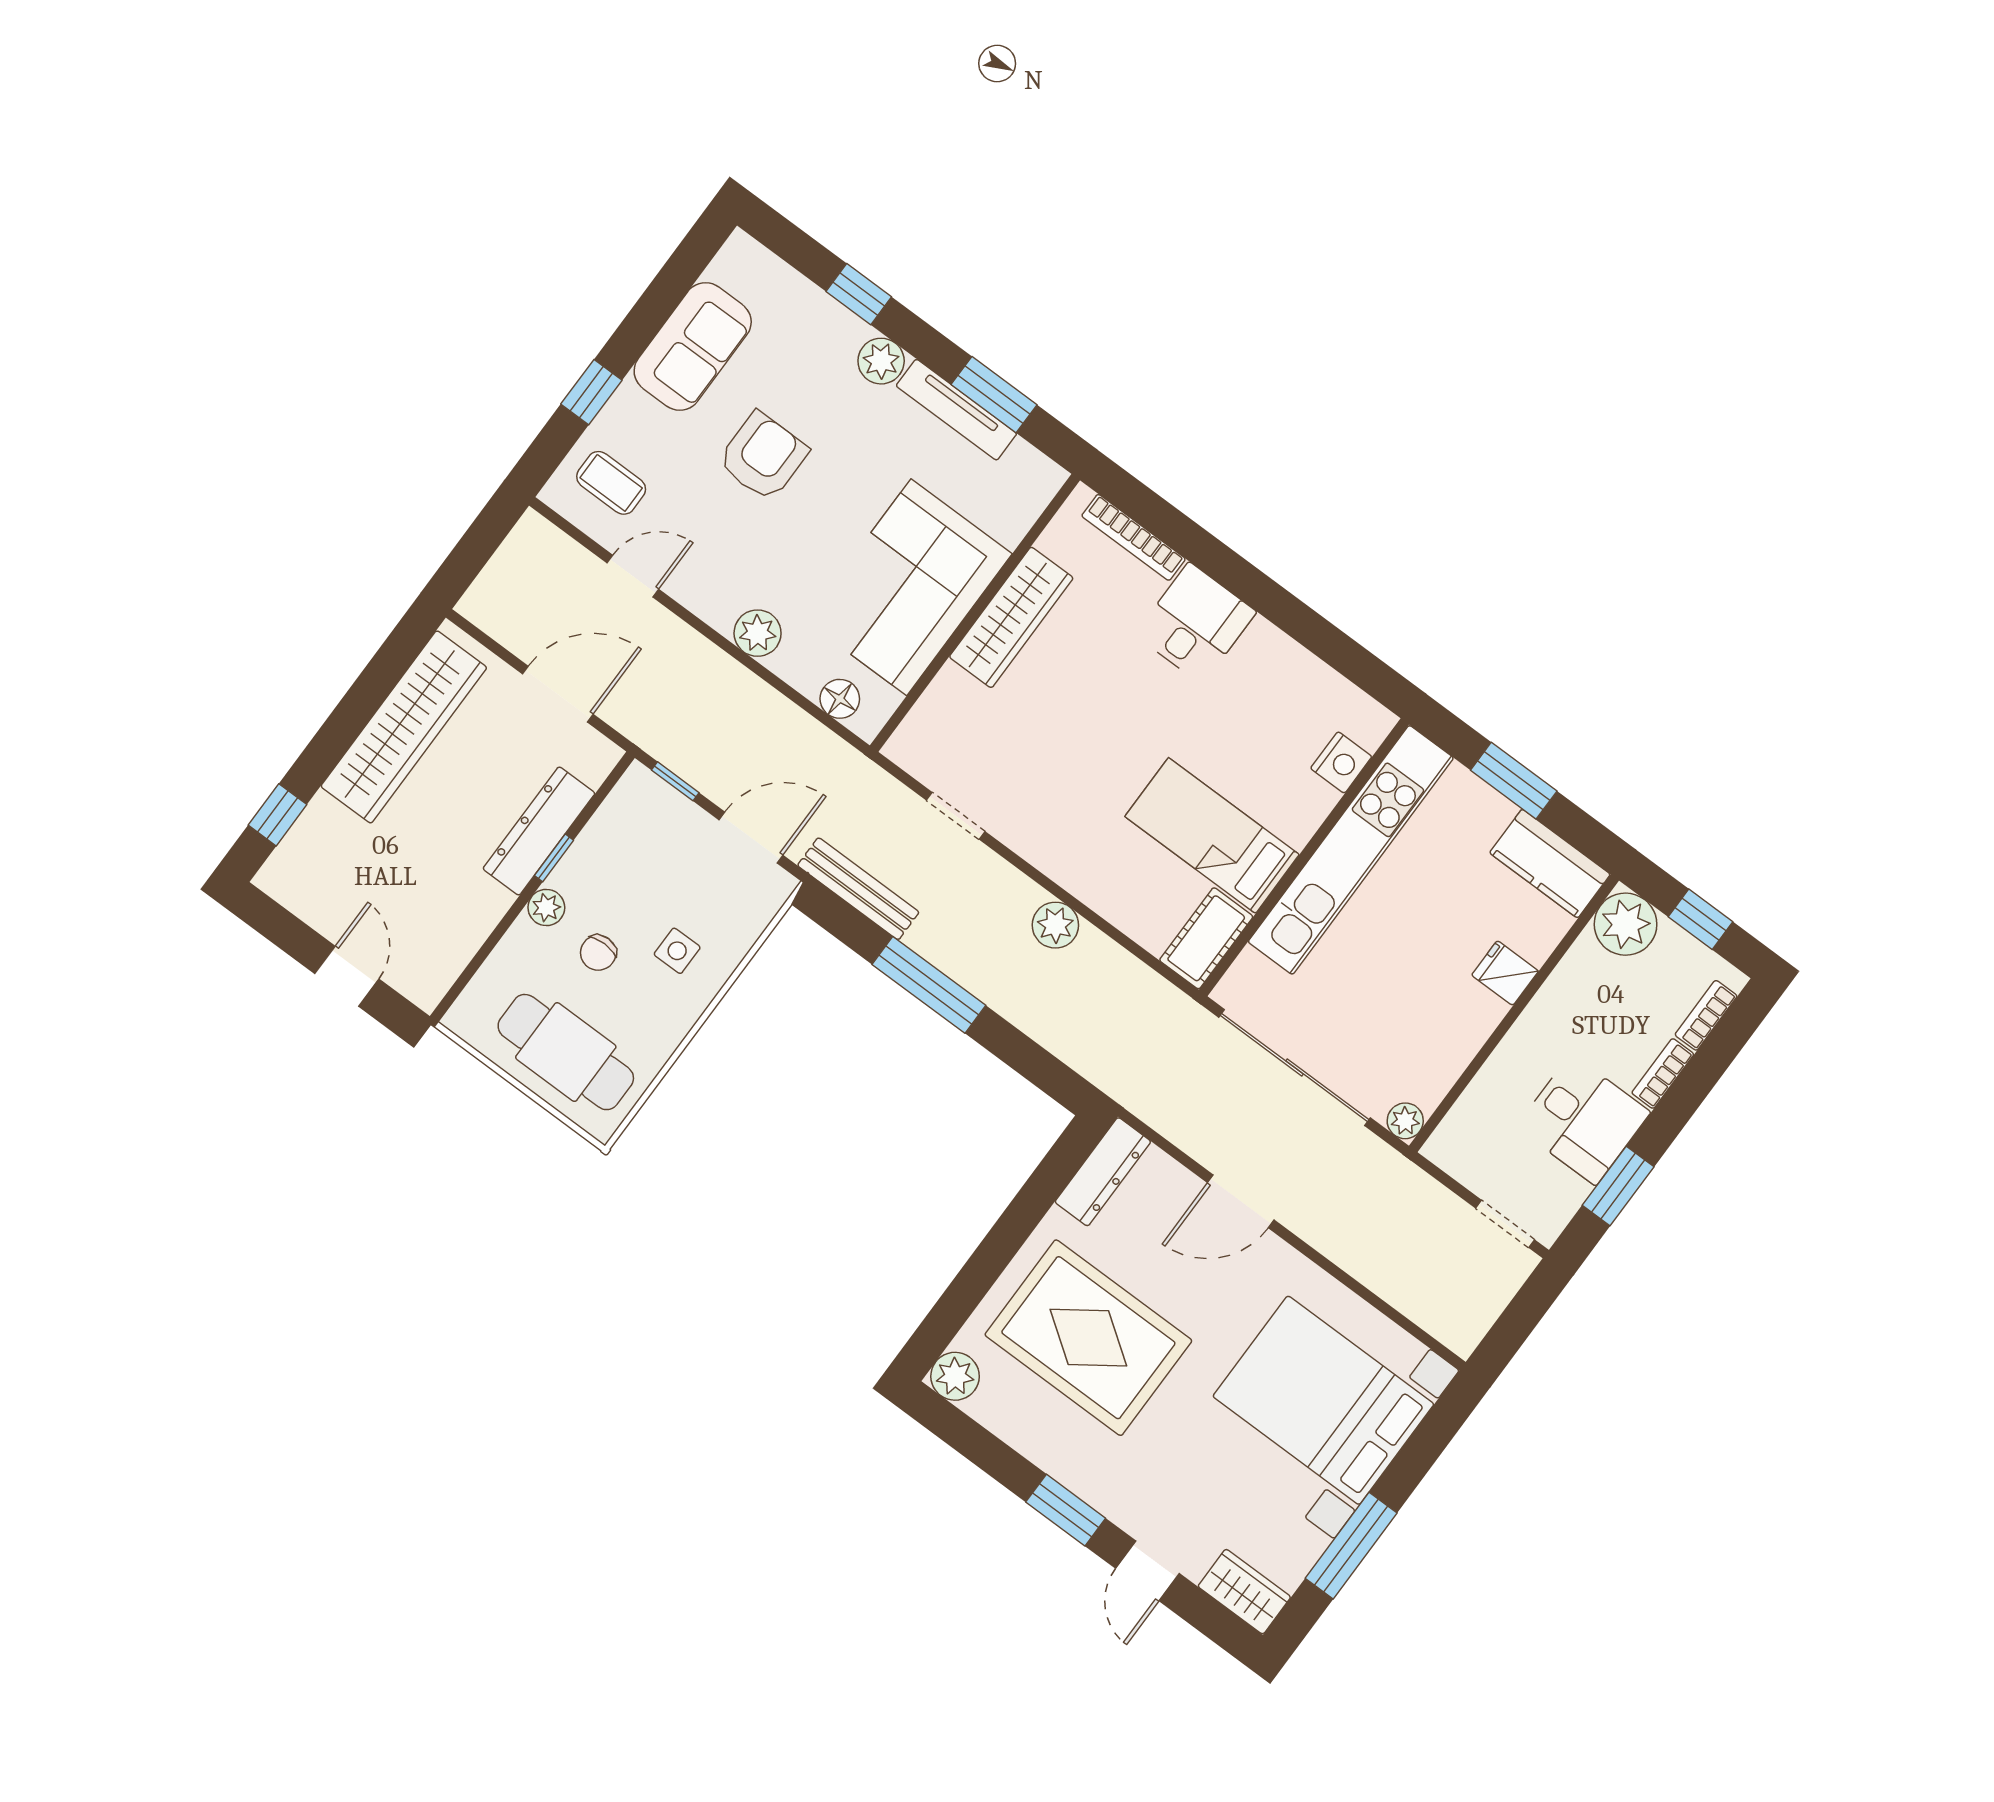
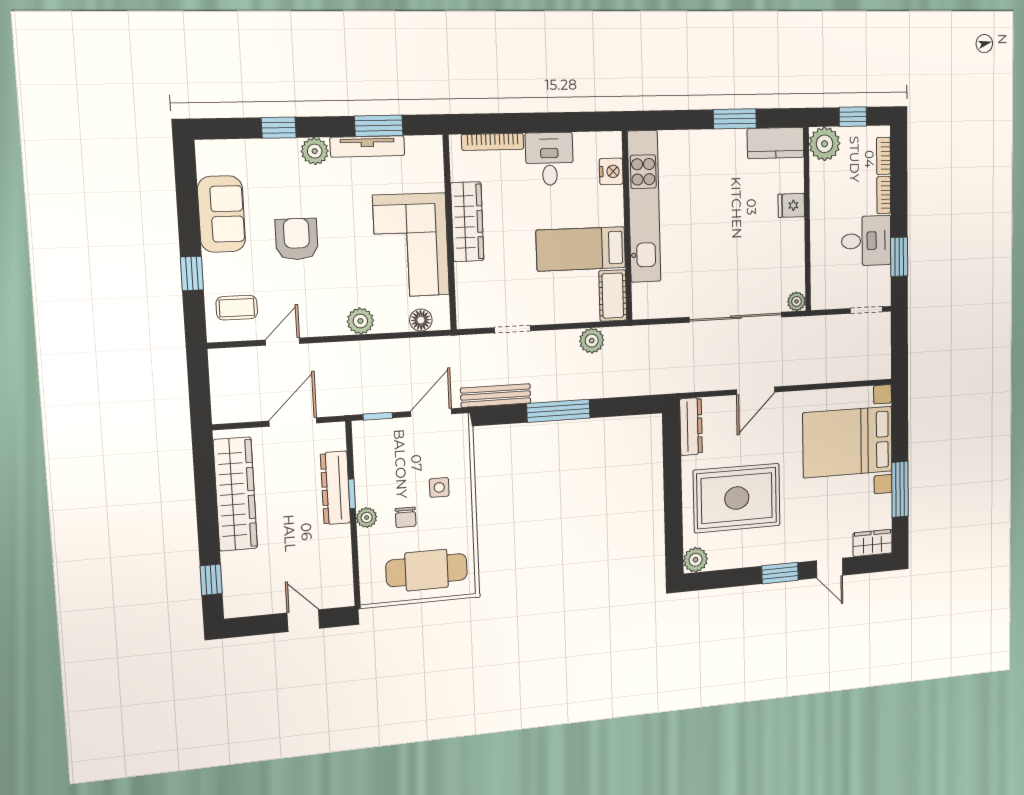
nightstand: (1341, 762) -> (611, 171), moved
bed: (1212, 835) -> (581, 249), moved
kitchen unit: (1351, 850) -> (644, 207), moved
wall: (1304, 857) -> (627, 226), moved
cot: (1206, 938) -> (613, 296), moved

